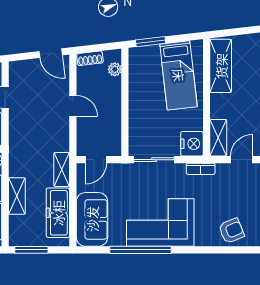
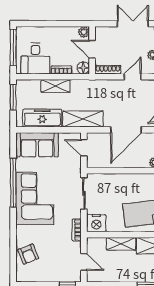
door: (73, 106) -> (126, 130), width x1.88
shelving: (218, 138) -> (121, 244), moved
shelving: (62, 169) -> (83, 119), width x1.50, depth x1.33

